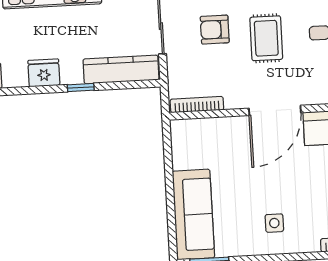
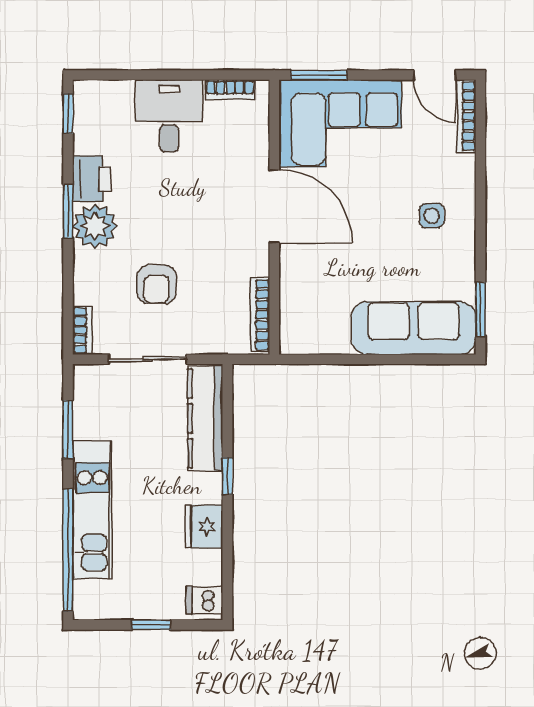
rug: (266, 38) -> (173, 213), removed

